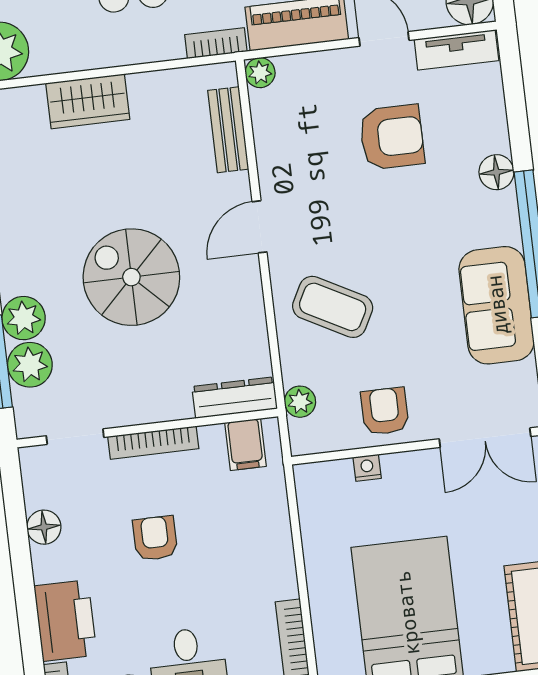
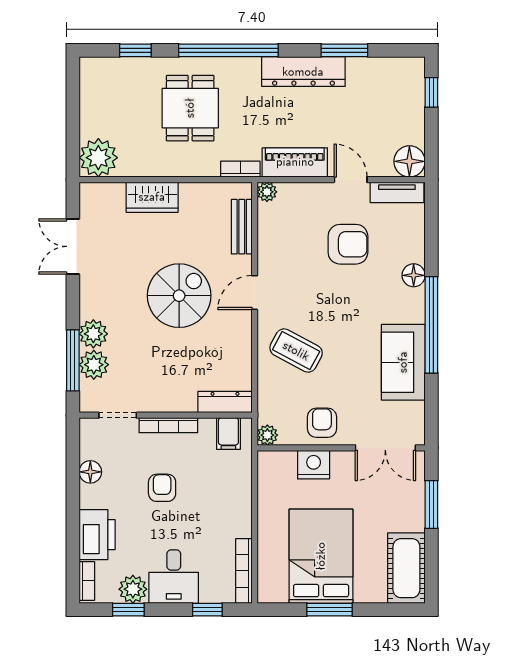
spiral stairs: (131, 277) -> (179, 296), moved, turned 90
plant: (300, 402) -> (267, 435), moved
nightstand: (367, 468) -> (314, 465), width x1.89, depth x1.79

